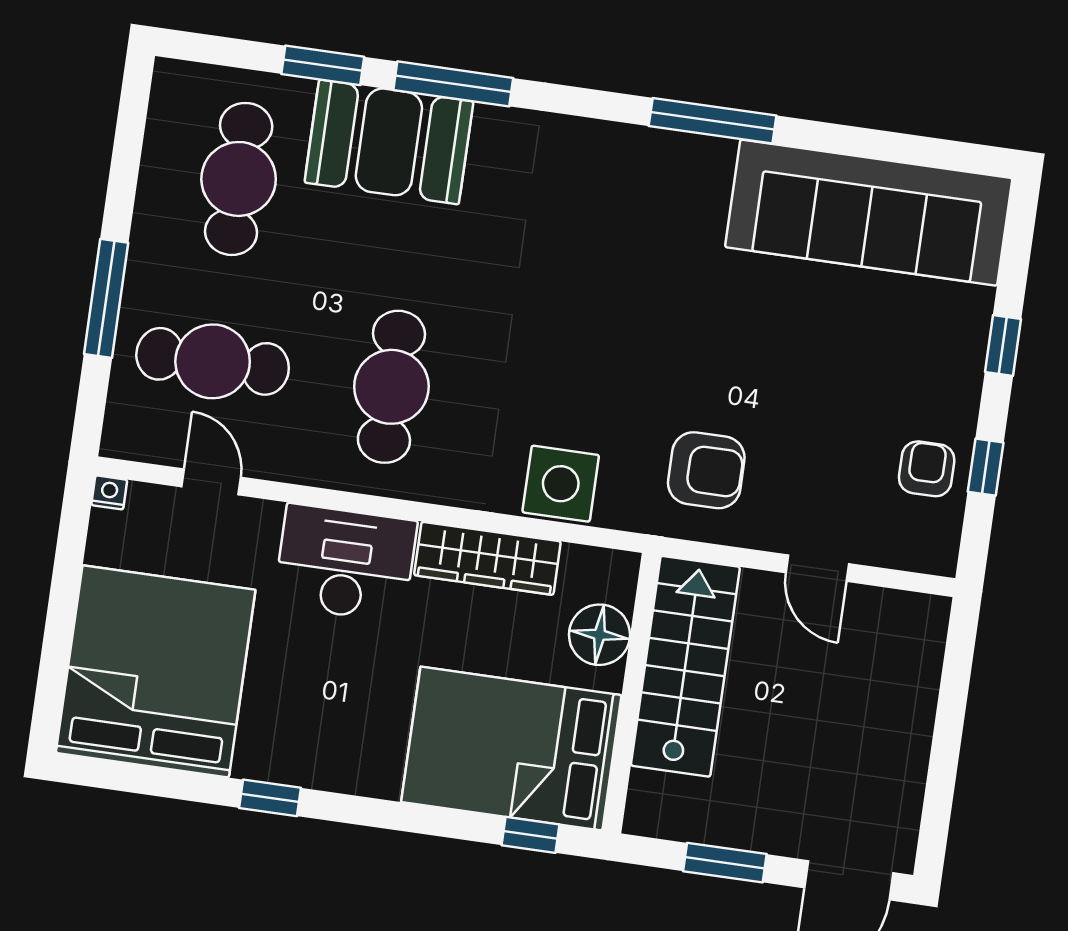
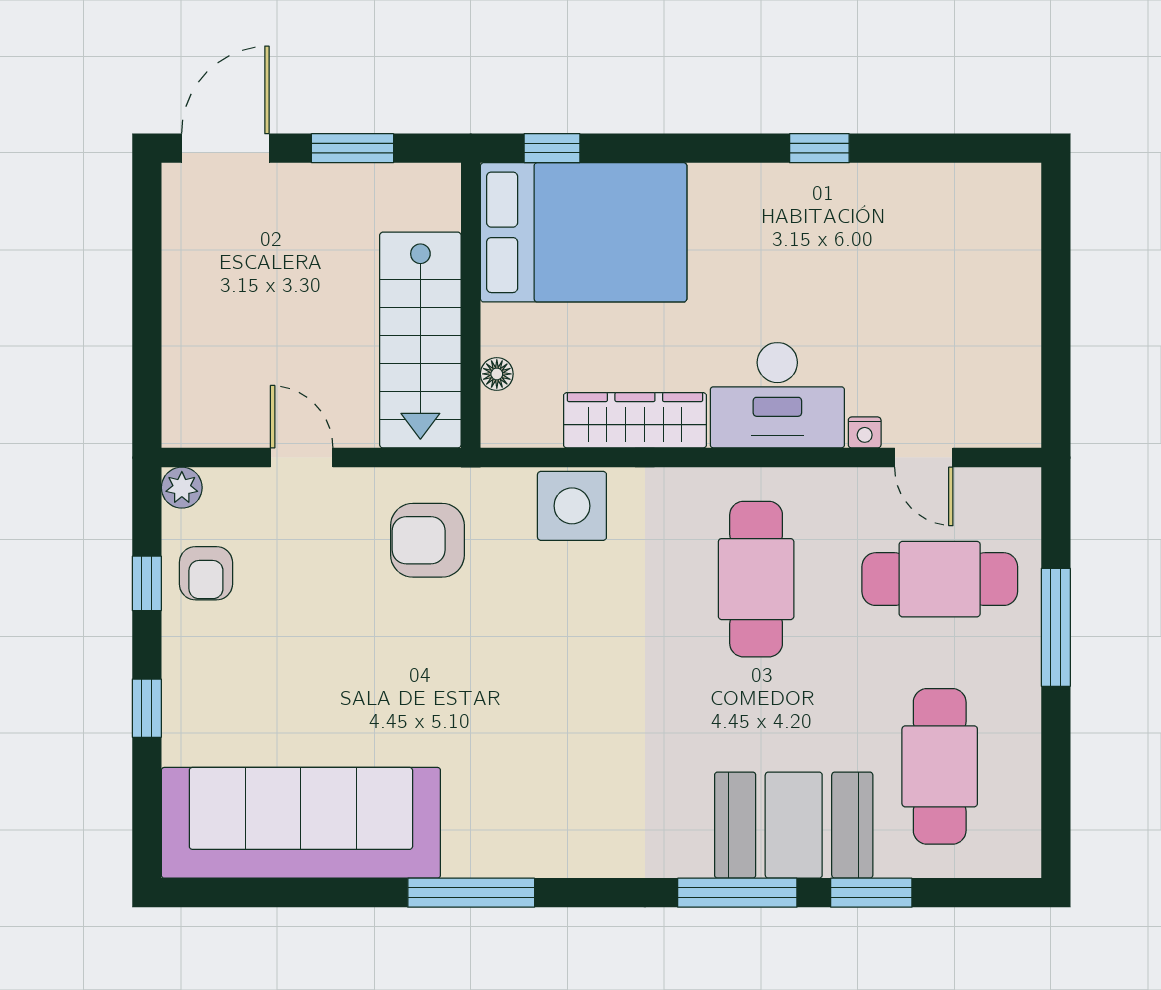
nightstand: (109, 492) -> (865, 432), moved
plant: (938, 556) -> (182, 488), added
floor lamp: (599, 635) -> (497, 374), width x0.53, depth x0.53
bed: (156, 671) -> (953, 259), removed

